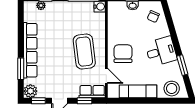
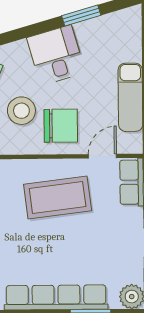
chair: (123, 54) -> (61, 126), turned 180
stool: (172, 89) -> (21, 111), moved

